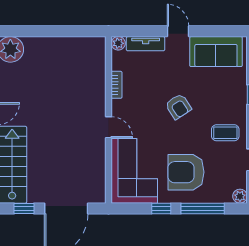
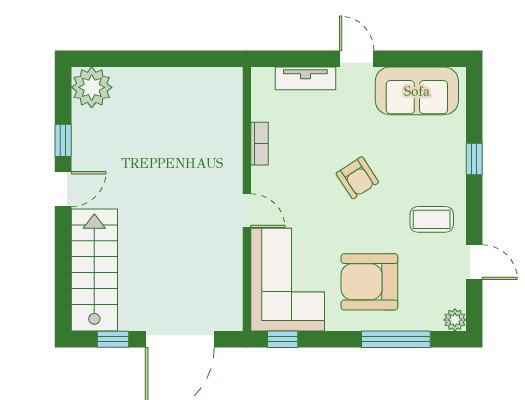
plant: (118, 43) -> (262, 78), removed
window: (161, 208) -> (283, 339), moved

